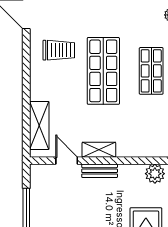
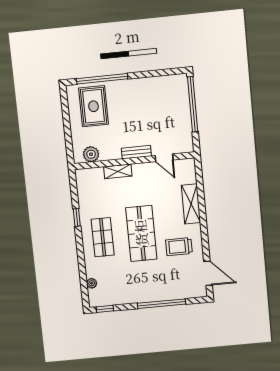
shelving: (39, 125) -> (191, 204), moved
shelving: (99, 150) -> (118, 171), moved

